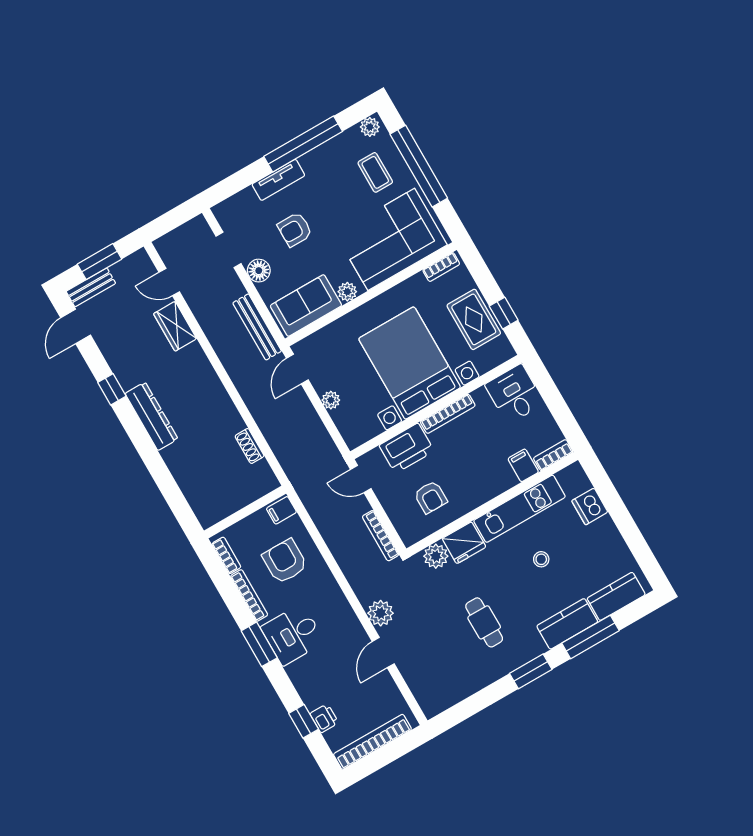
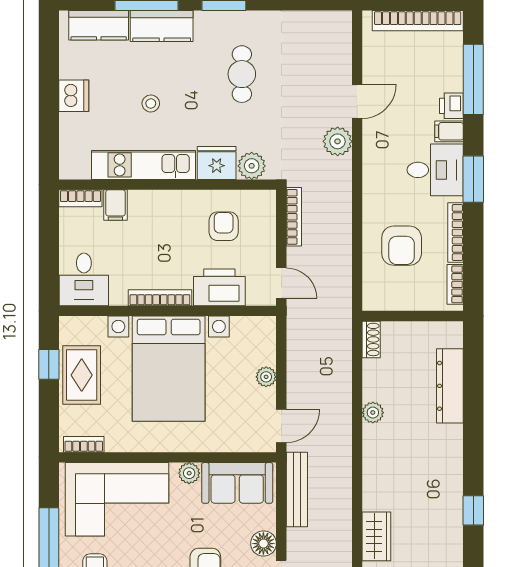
dresser: (152, 416) -> (450, 386), moved
plant: (233, 420) -> (373, 413), added
shoe rack: (250, 446) -> (371, 339), moved
dishwasher: (590, 506) -> (74, 96), moved
filing cabinet: (281, 510) -> (449, 131), moved, turned 180
printer: (324, 718) -> (451, 106), moved
window: (304, 721) -> (473, 79), width x2.17

